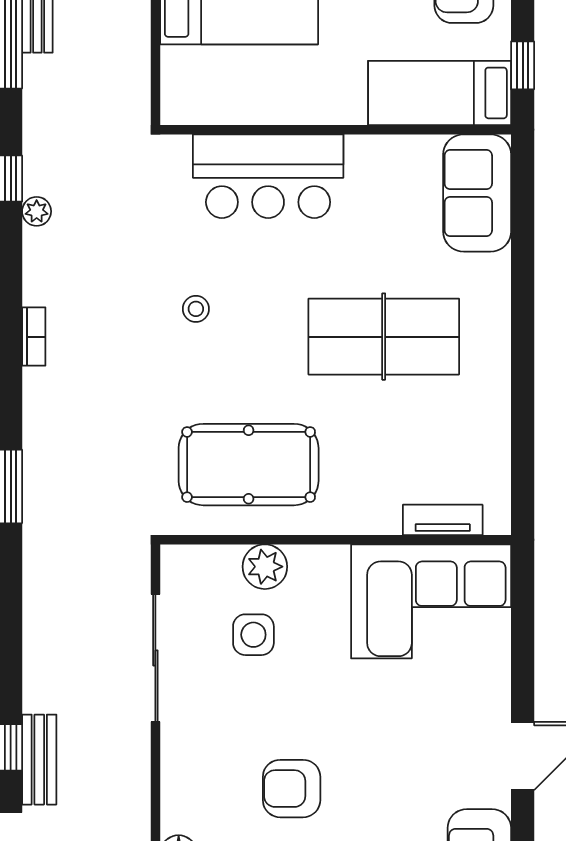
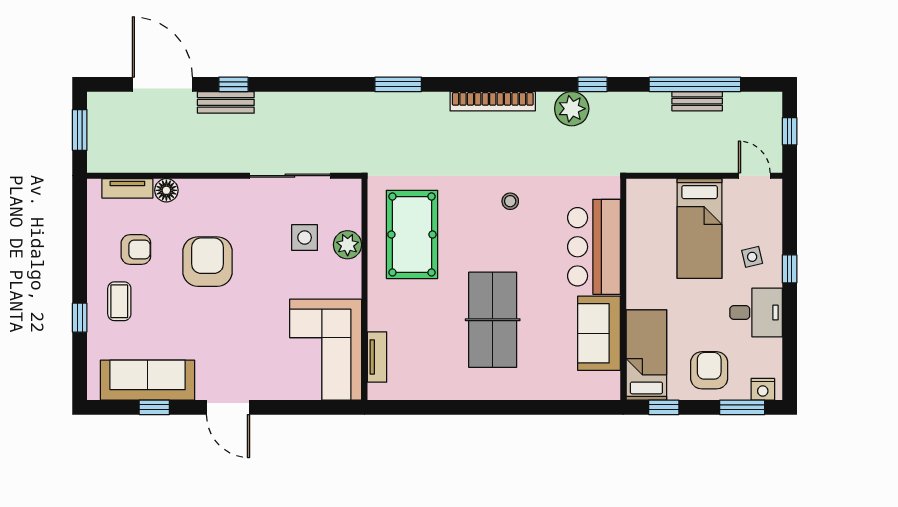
sofa: (477, 193) -> (599, 333), moved, turned -90
plant: (37, 211) -> (572, 109), width x1.88, depth x1.88
bookcase: (34, 337) -> (493, 101), width x2.31, depth x1.31
armchair: (292, 789) -> (208, 262), width x1.36, depth x1.36

